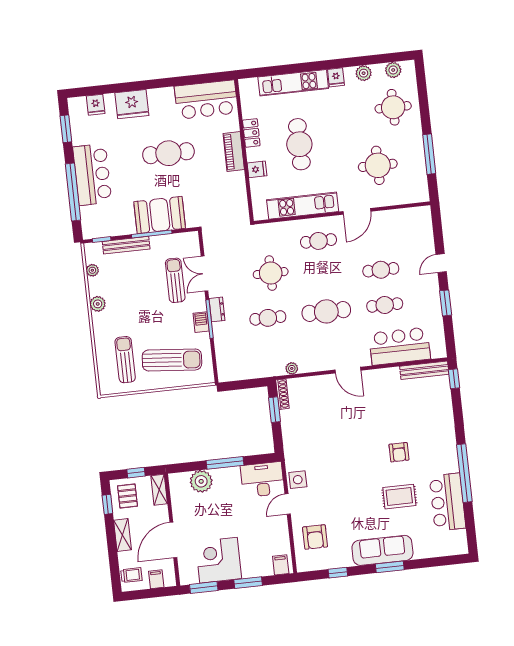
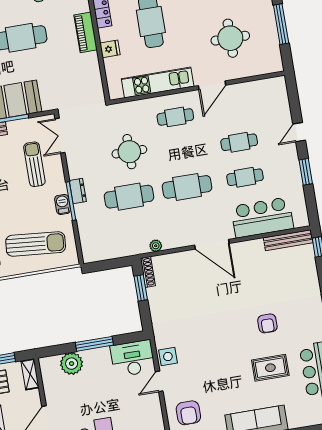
double door: (205, 274) -> (60, 136), moved
cafe table: (268, 318) -> (129, 197), width x1.37, depth x1.35
door: (348, 370) -> (212, 244), width x1.36

